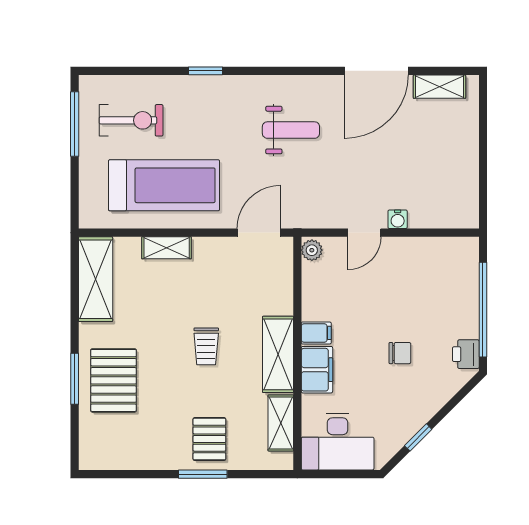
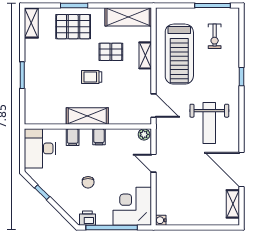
exercise bike: (131, 120) -> (215, 36), width x0.73, depth x0.72
weight bench: (291, 130) -> (209, 123), width x1.36, depth x1.33
water cooler: (398, 219) -> (161, 220), moved
corner desk: (444, 272) -> (132, 206), added
filing cabinet: (317, 370) -> (73, 137), width x0.50
shelving: (281, 423) -> (31, 23), moved, turned 90
pallet: (209, 439) -> (111, 52), moved

